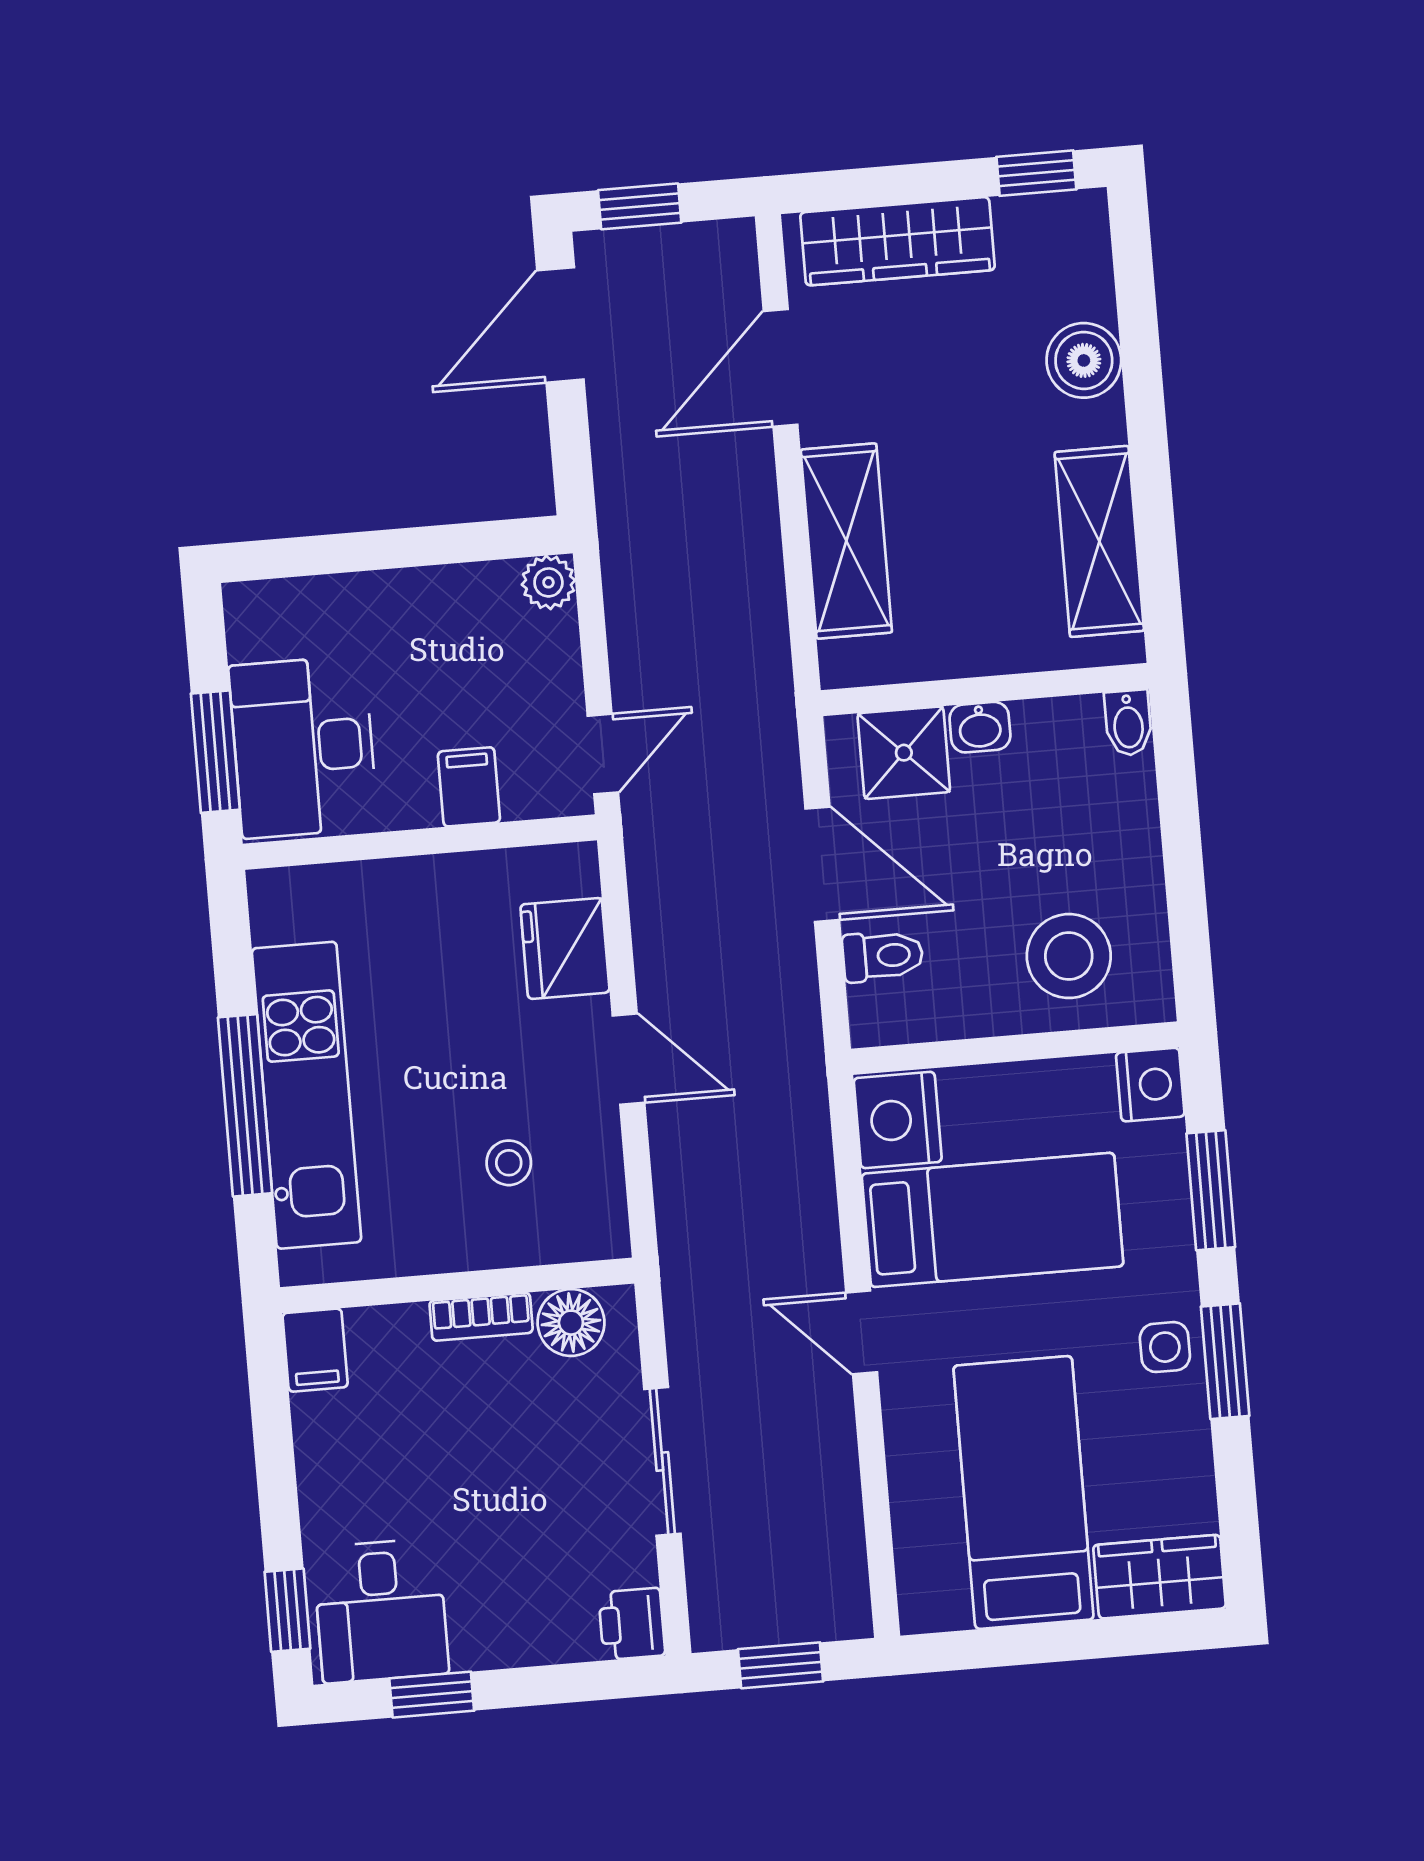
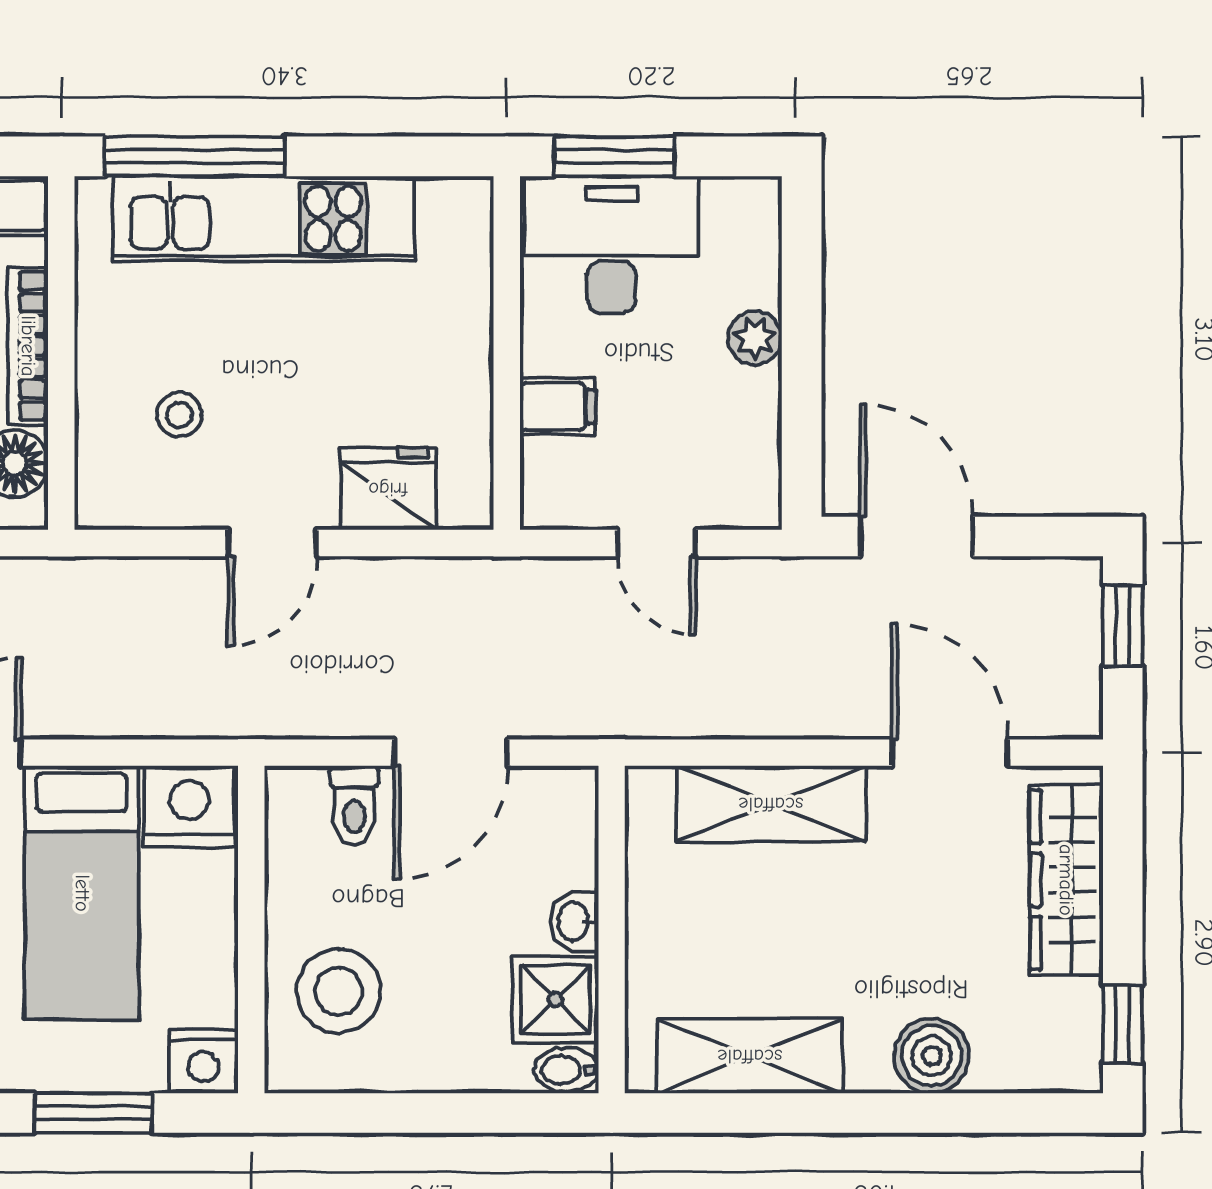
door: (560, 325) -> (917, 536), moved
plant: (548, 582) -> (755, 338), moved
shower: (904, 753) -> (555, 1000), moved
door: (603, 754) -> (657, 543), moved
window: (245, 1105) -> (195, 156), moved
bookcase: (481, 1317) -> (28, 346), width x1.56

